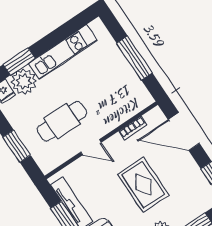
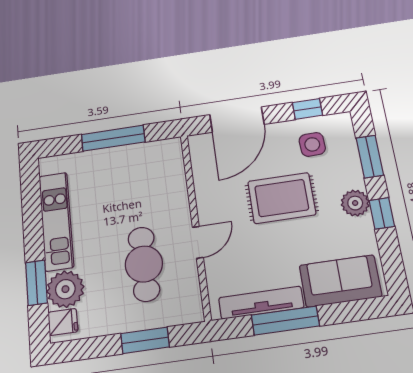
bookcase: (133, 128) -> (200, 179), removed
side table: (188, 187) -> (312, 144), added

